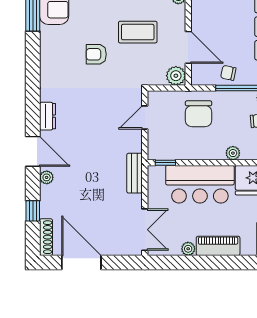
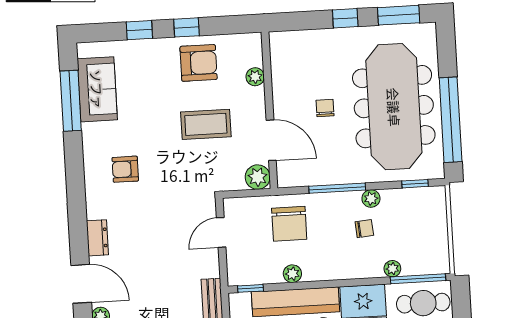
armchair: (96, 54) -> (125, 169), moved
chair: (228, 73) -> (325, 108), moved, turned 78
plant: (233, 153) -> (292, 274), moved

